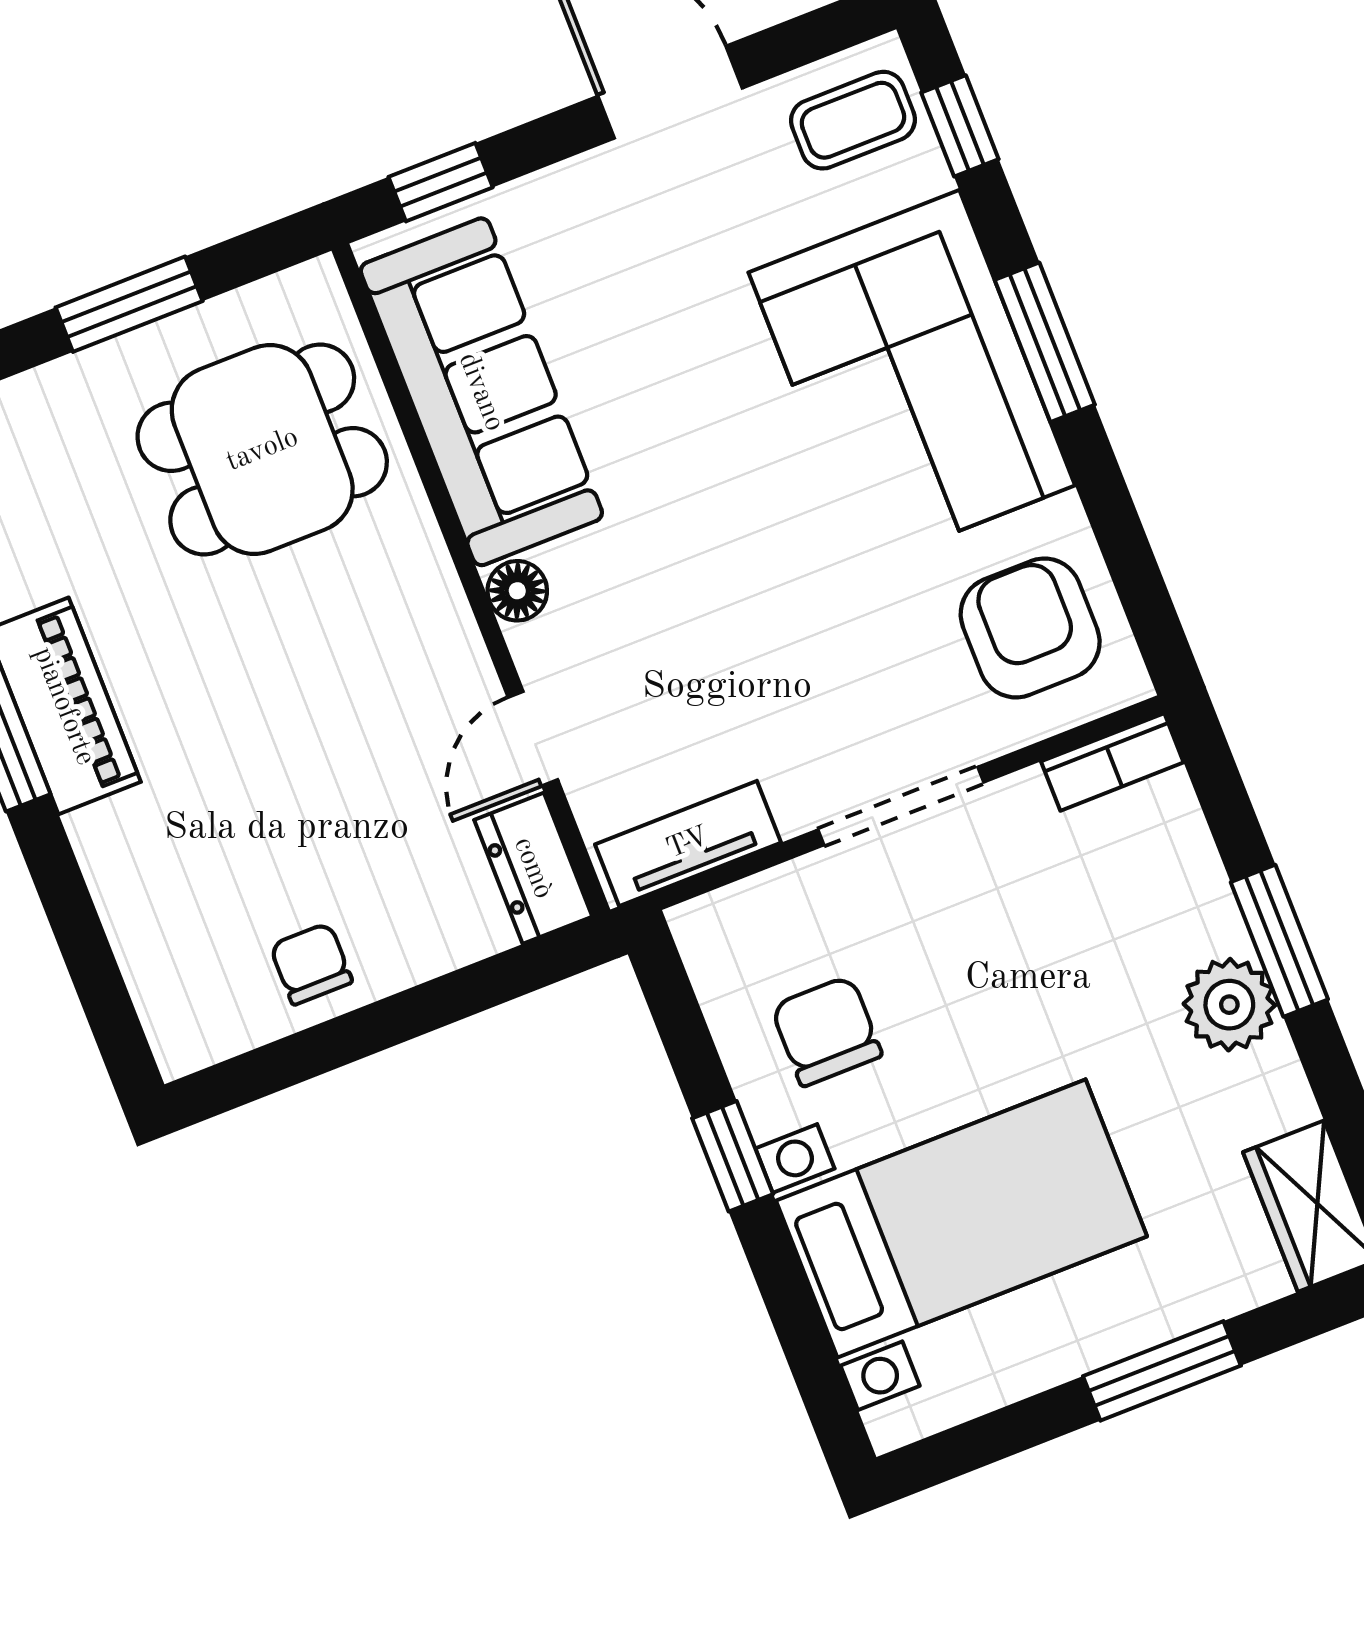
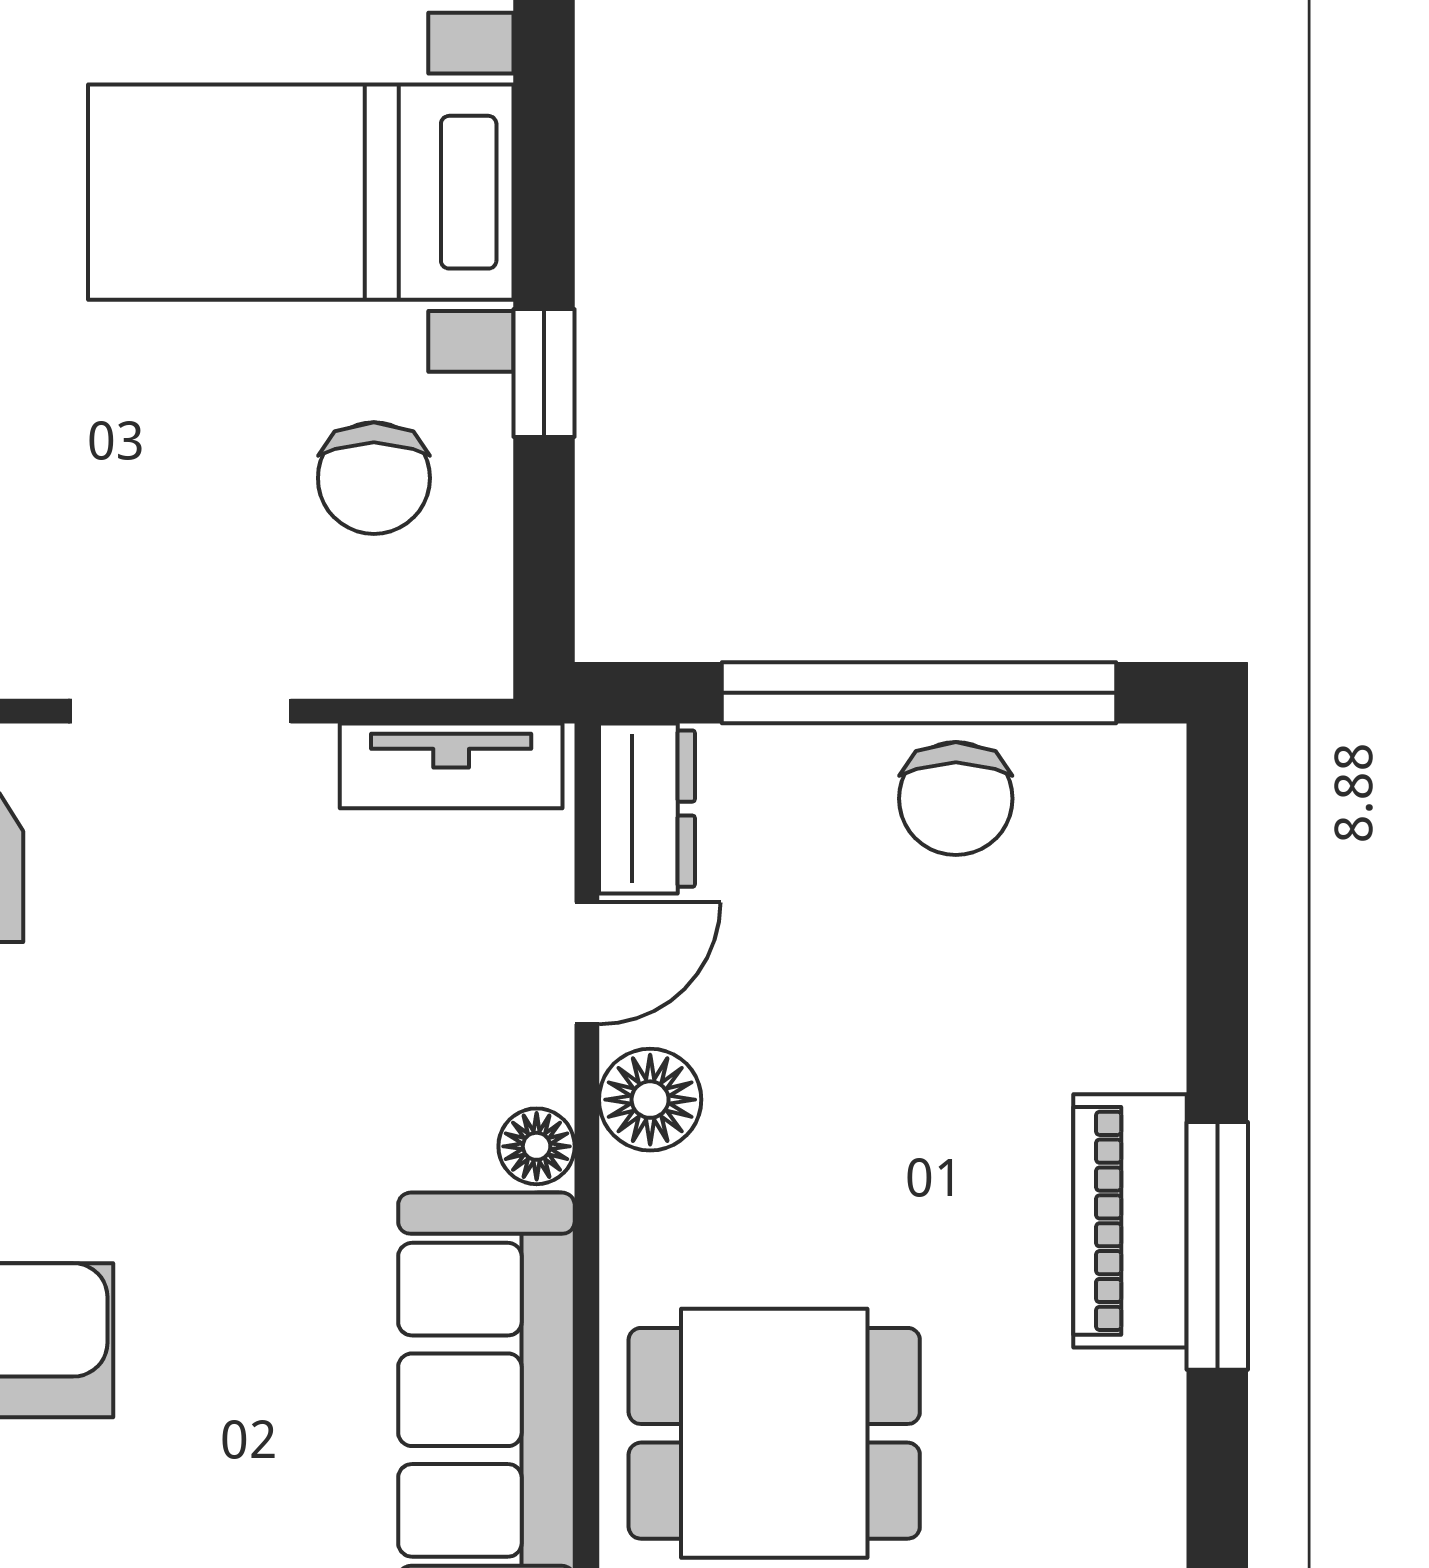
floor lamp: (448, 657) -> (650, 1100), added
chair: (311, 964) -> (956, 799), width x1.37, depth x1.37
window: (368, 1030) -> (919, 693), added

